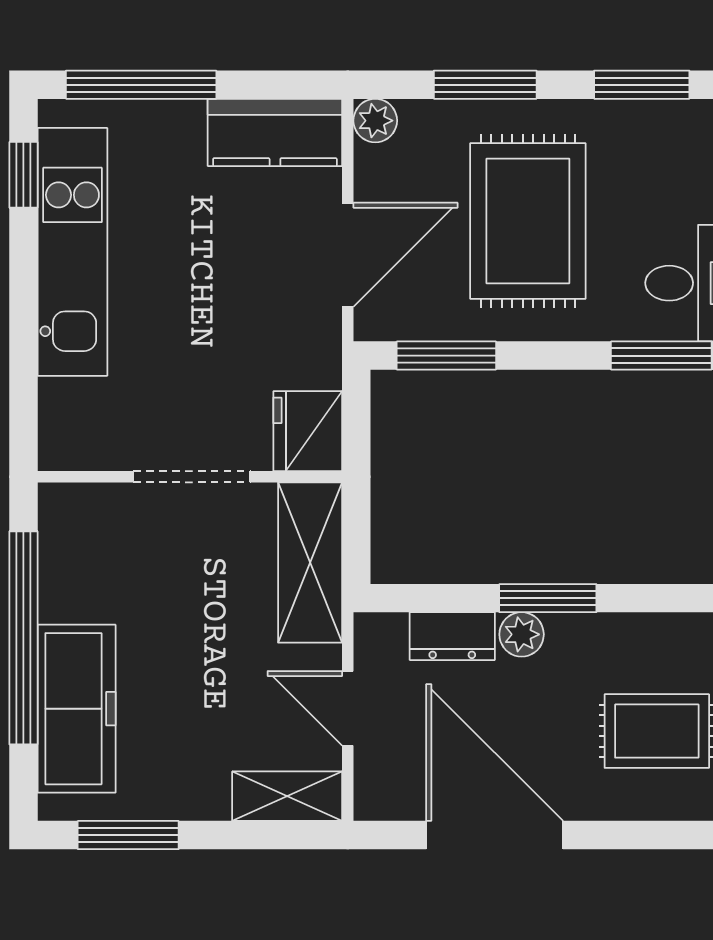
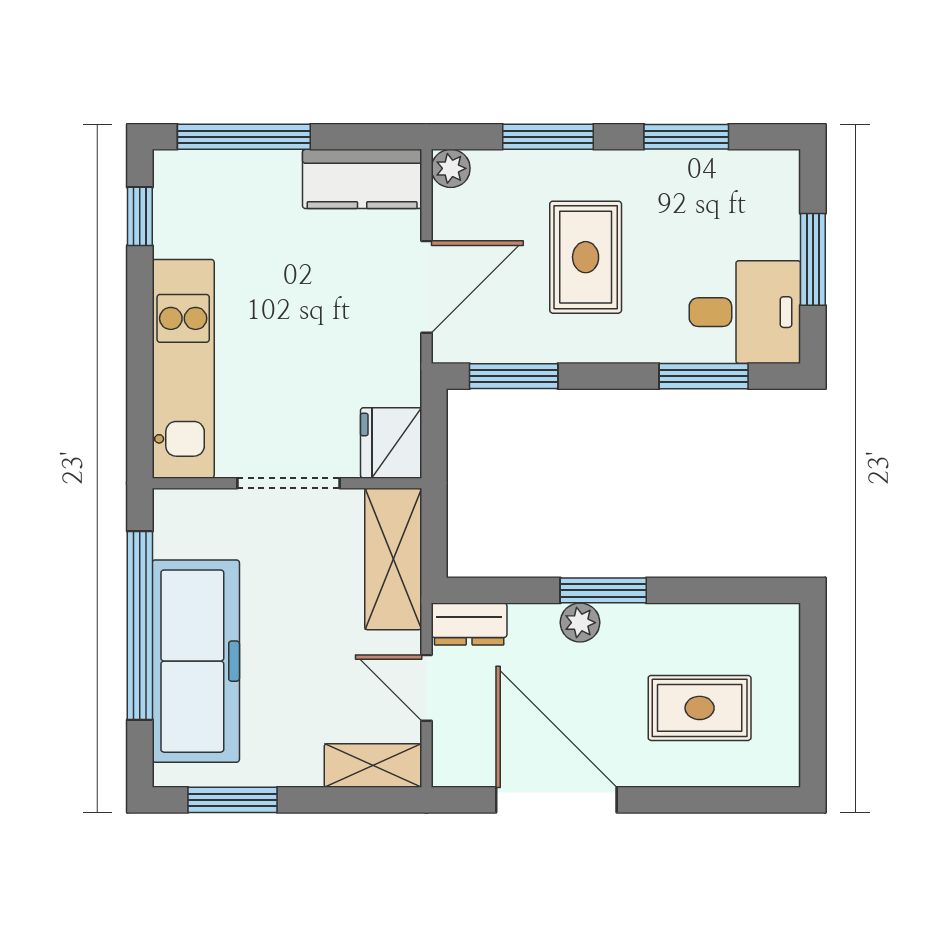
rug: (528, 221) -> (586, 257), width x0.73, depth x0.70
kitchen unit: (72, 252) -> (183, 369), moved
dresser: (452, 636) -> (469, 624), moved
freezer: (77, 709) -> (196, 661), width x1.36, depth x1.26

